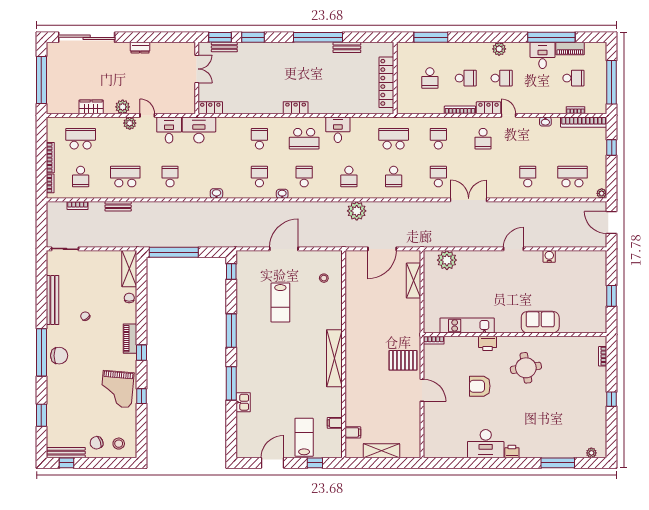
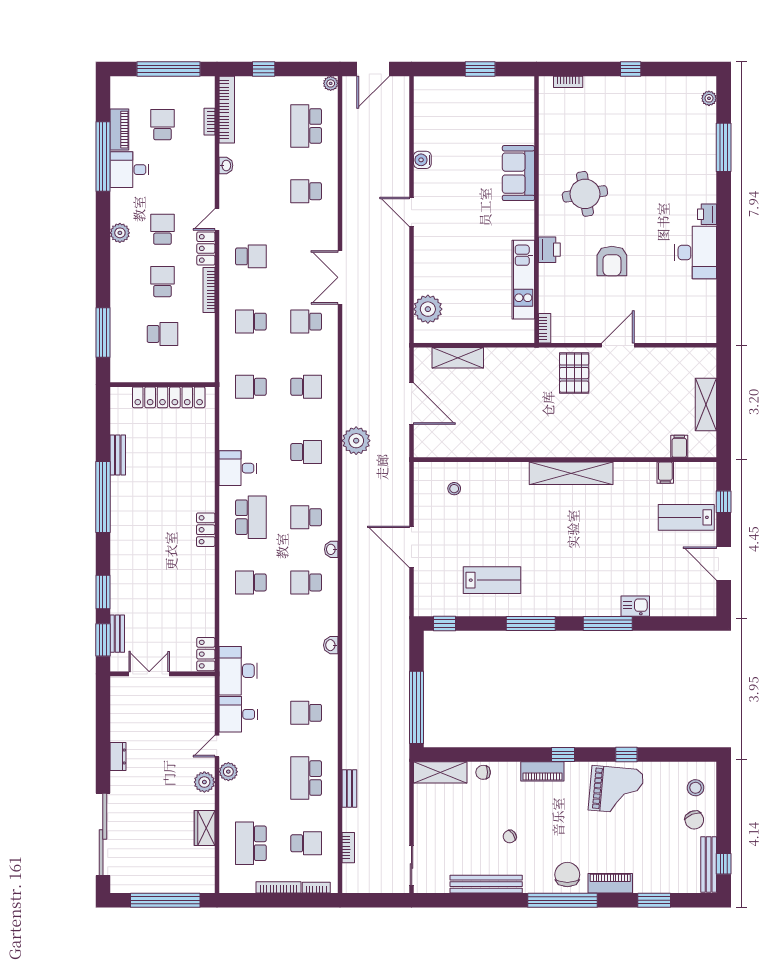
school desk: (394, 139) -> (251, 387), width x0.54
lab bench: (280, 303) -> (492, 580), moved
piano: (53, 385) -> (610, 883), added

